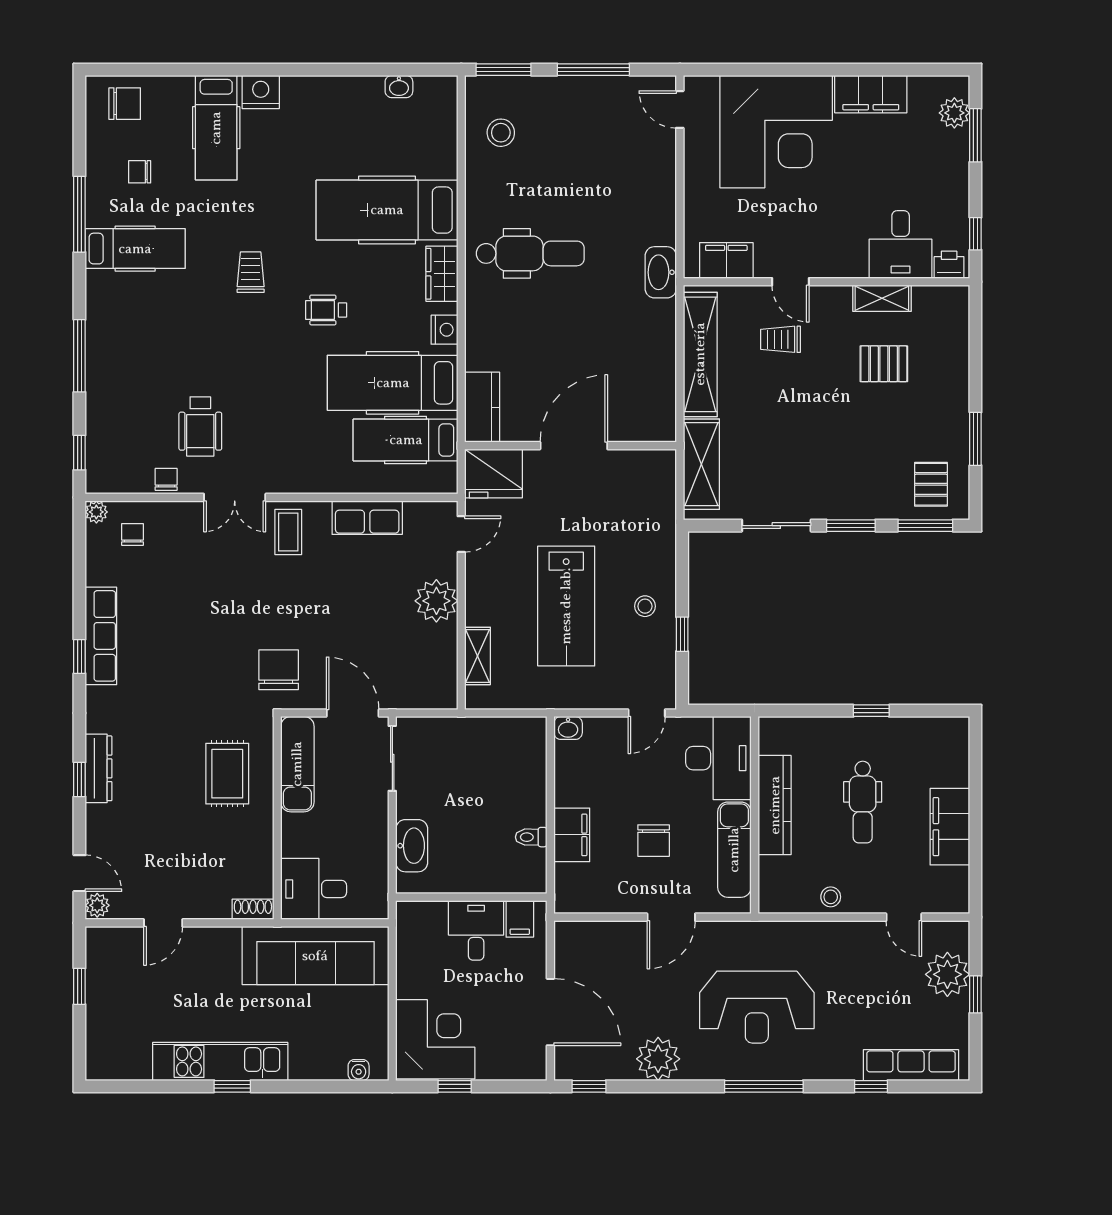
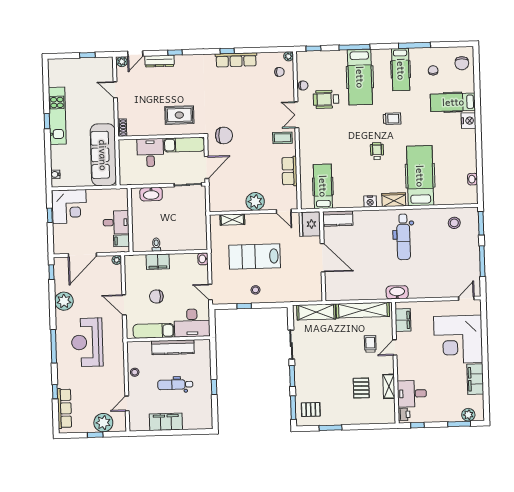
hospital bed: (393, 383) -> (360, 77), moved, turned 180
dresser: (99, 768) -> (160, 61), moved
desk: (314, 889) -> (150, 153), moved
plant: (565, 931) -> (117, 260), added

